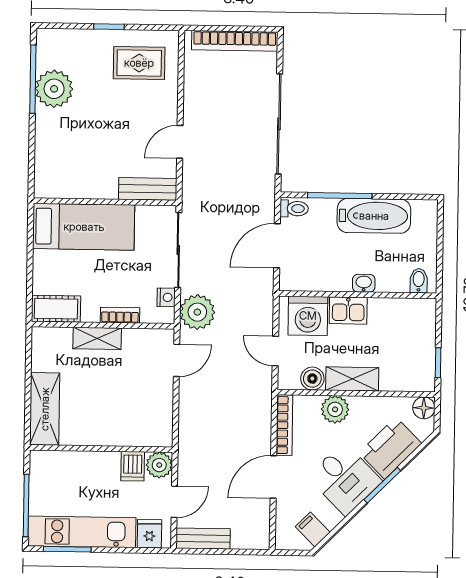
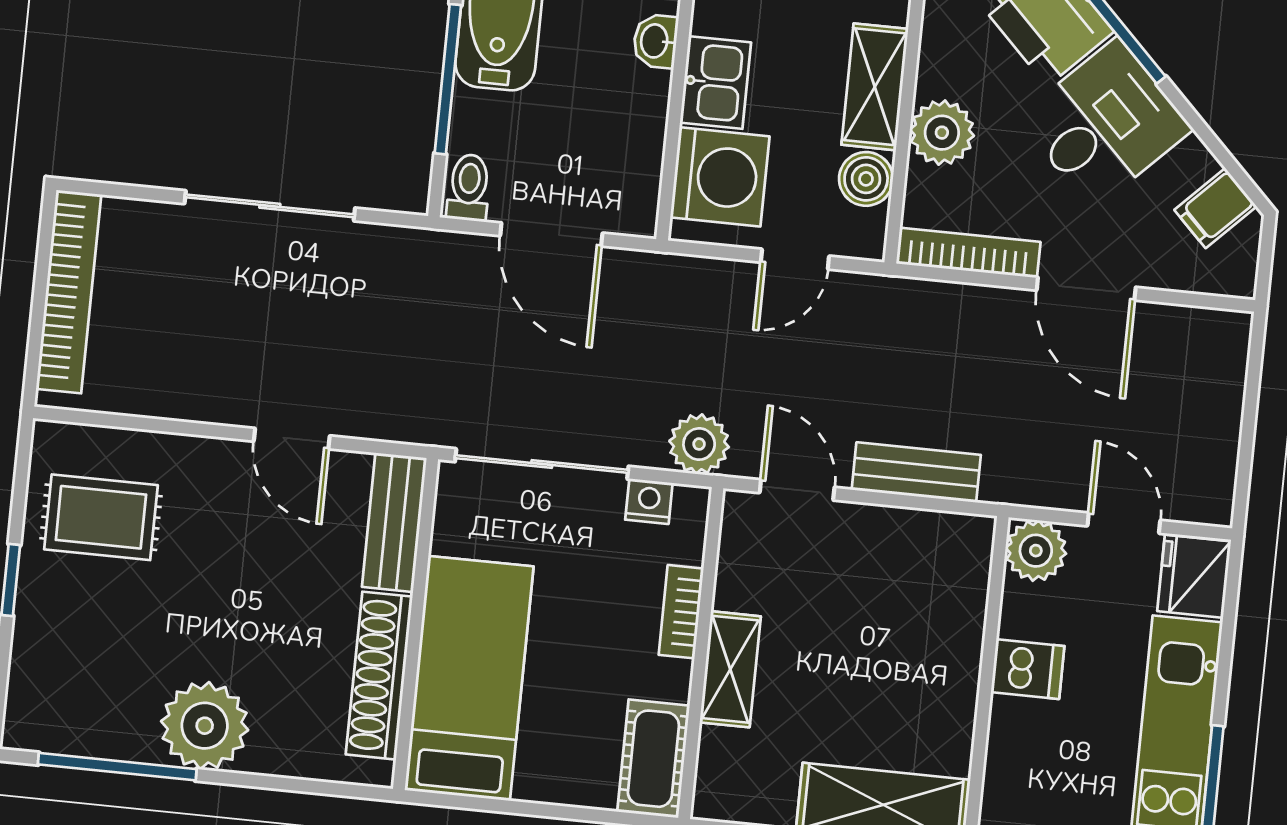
rug: (139, 63) -> (101, 517), turned 90
plant: (54, 89) -> (205, 726), moved
sliding door: (279, 124) -> (270, 206), width x0.73
shoe rack: (82, 188) -> (379, 676), added
plant: (197, 312) -> (699, 444), width x0.73, depth x0.73
dishwasher: (133, 466) -> (1028, 669), moved
fridge: (149, 534) -> (1194, 576), width x1.38
bench: (203, 539) -> (916, 472), moved, turned 90

